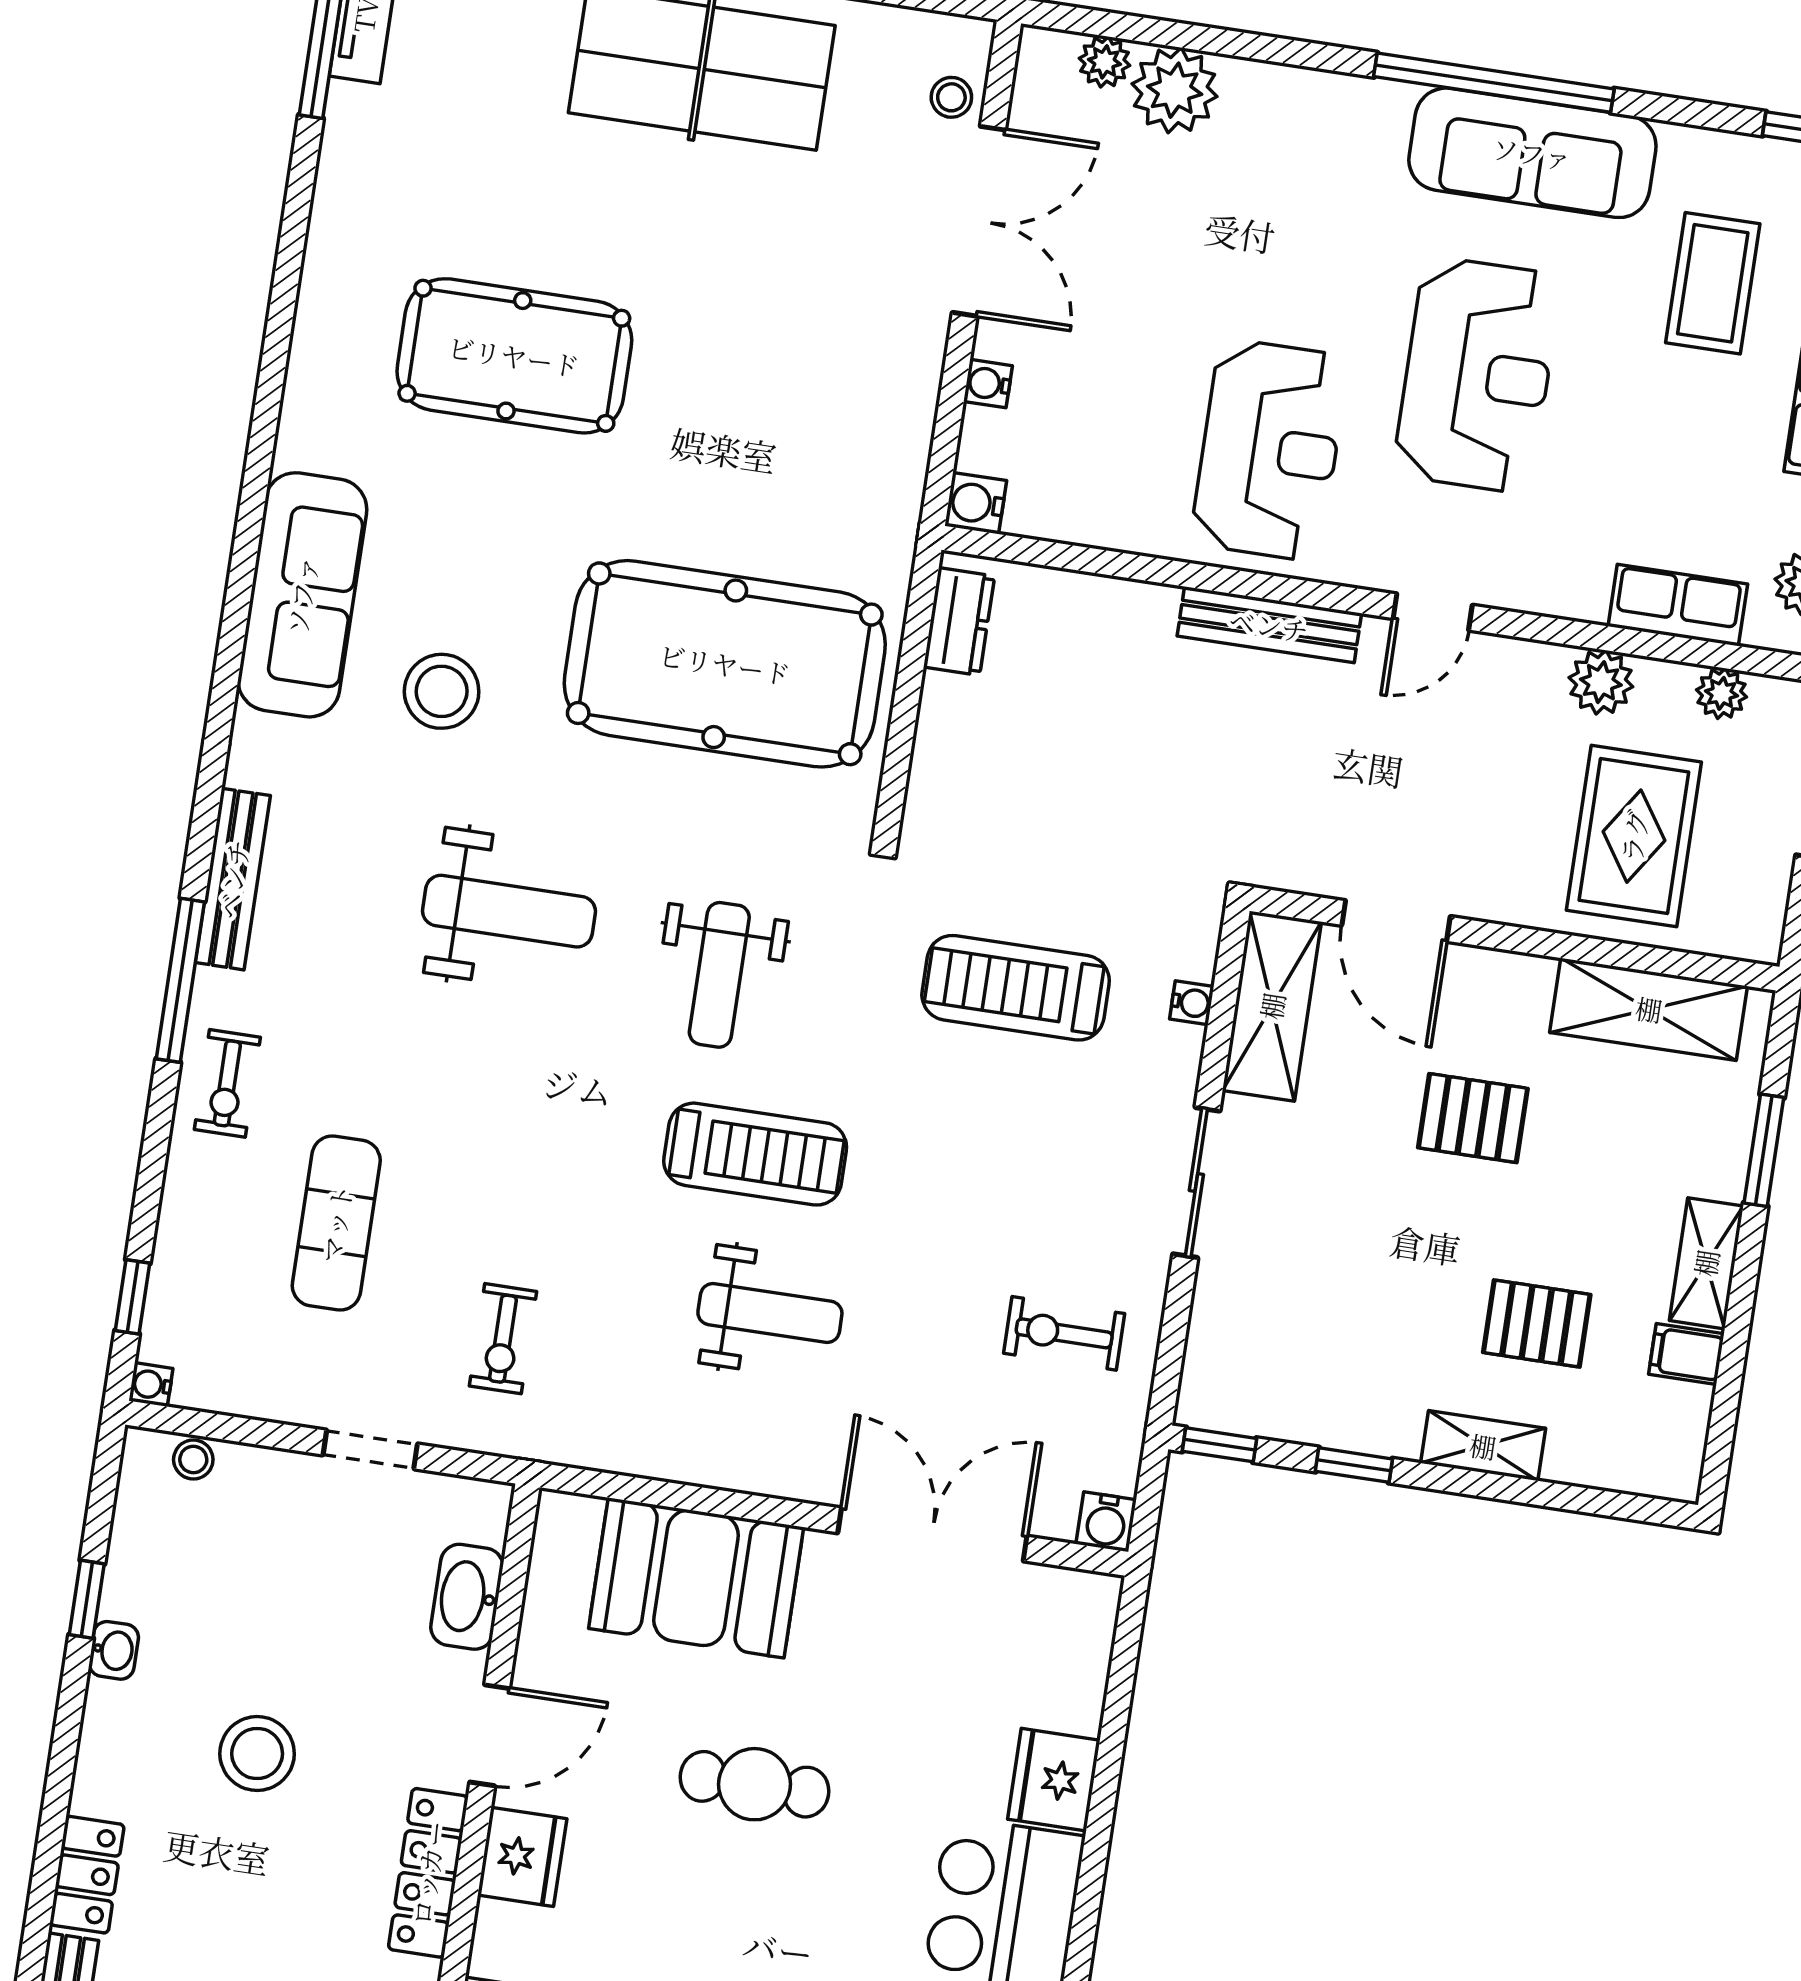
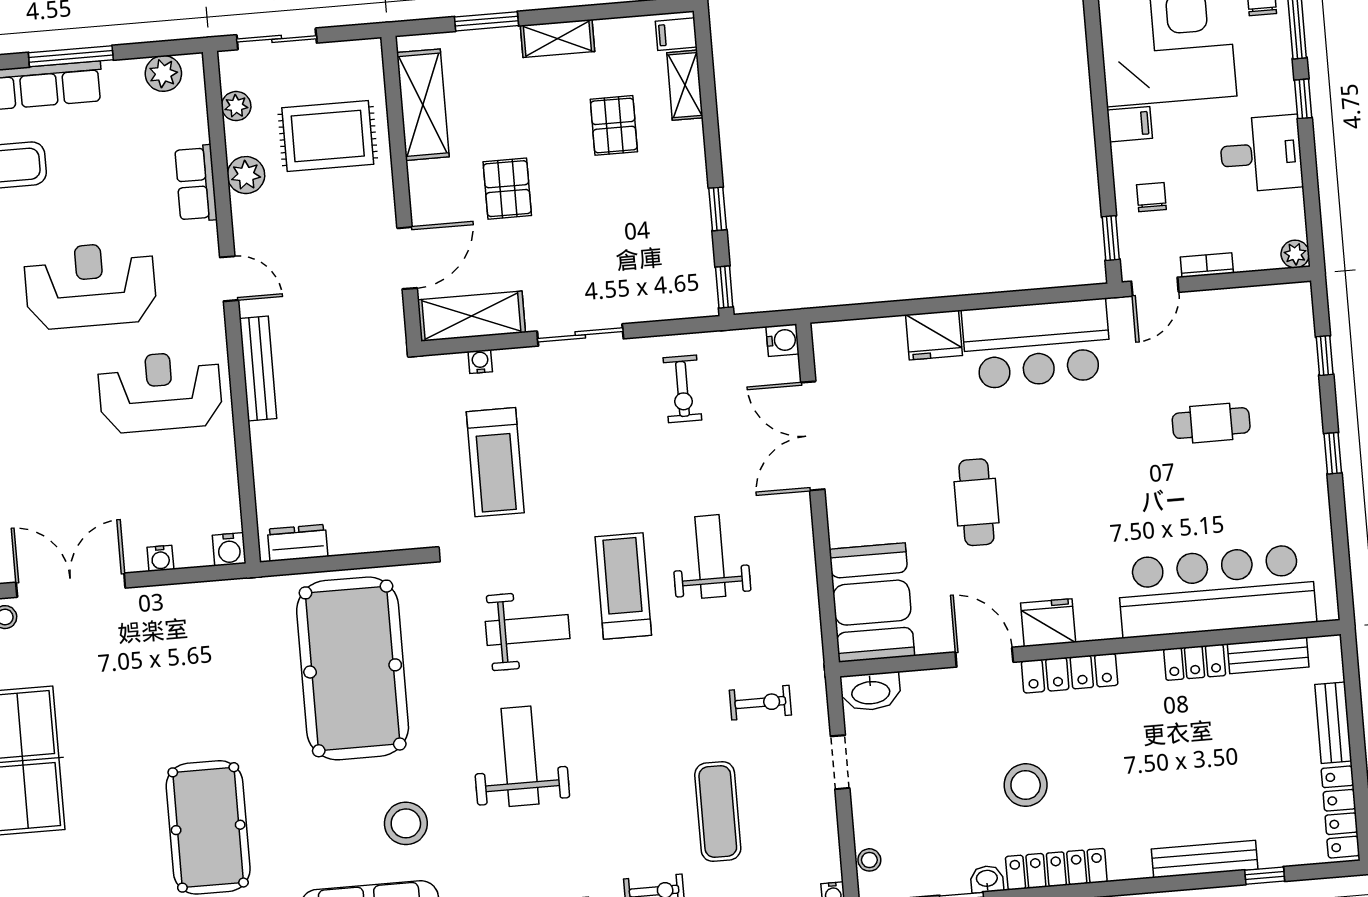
row of seats: (1678, 605) -> (196, 184), moved
exercise mat: (336, 1223) -> (718, 811), turned 90
filing cabinet: (1686, 1354) -> (676, 34), moved, turned 90
shelving: (1483, 1446) -> (685, 85), moved
booth: (696, 1578) -> (872, 603), moved
washbasin: (467, 1597) -> (871, 692), moved
locker: (87, 1875) -> (1056, 869), moved, width x1.53

